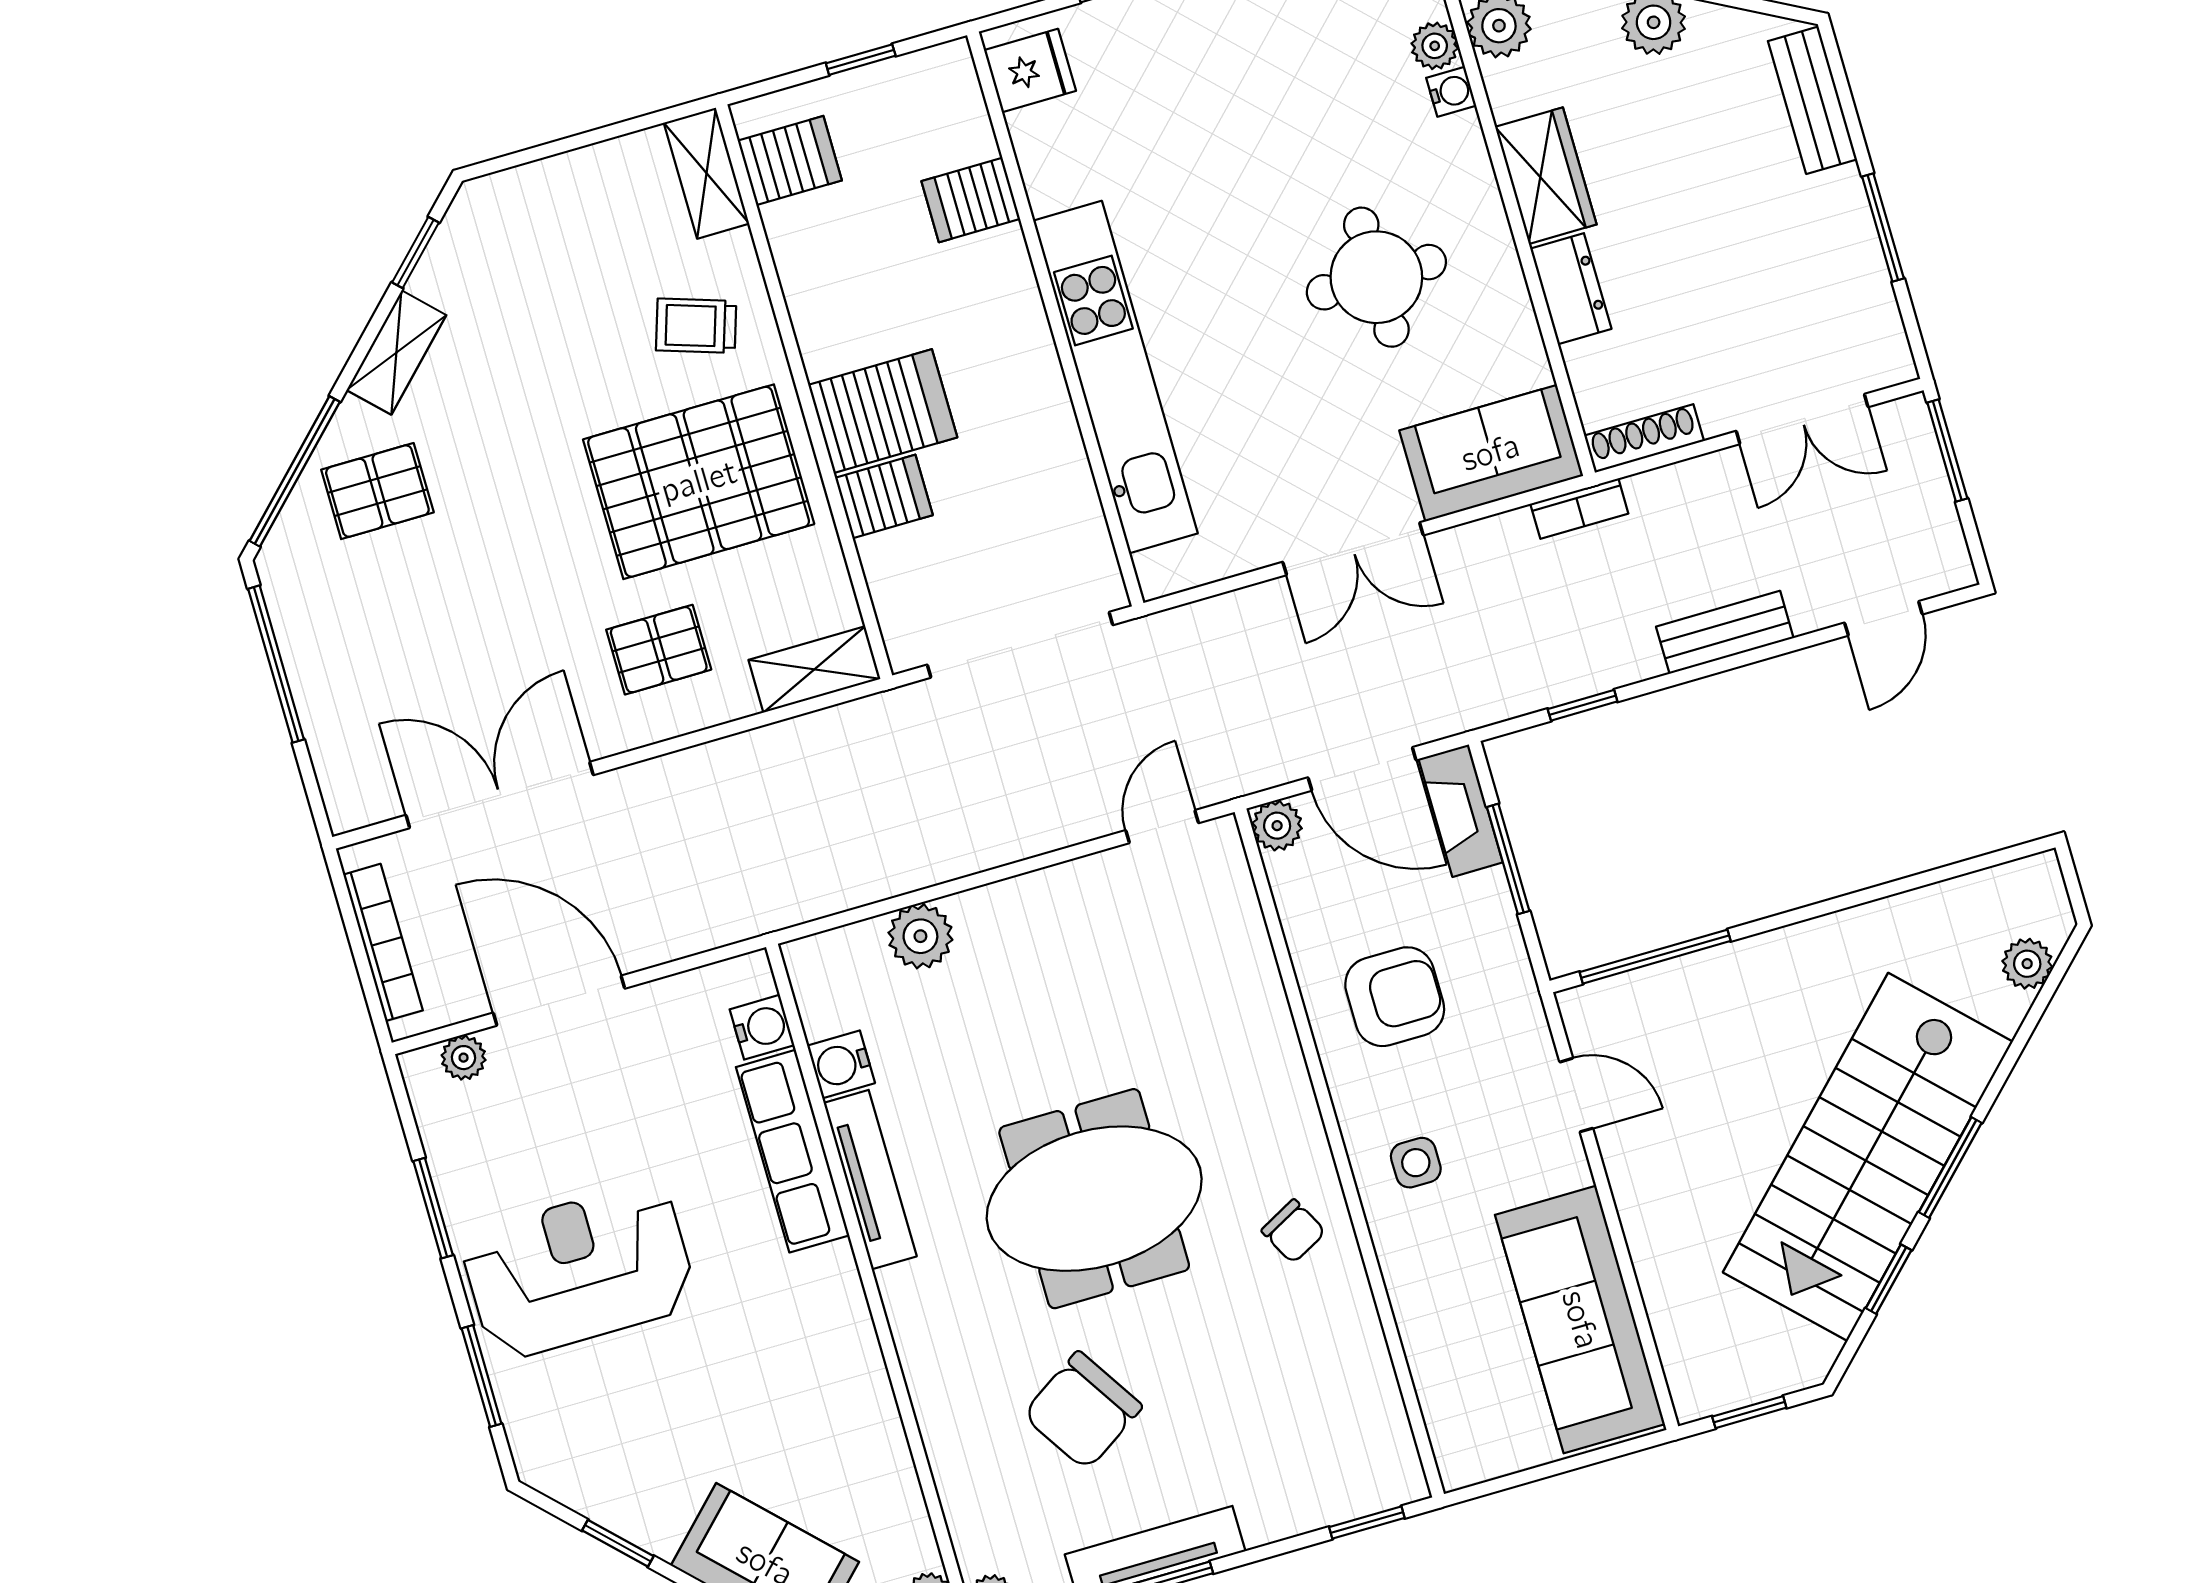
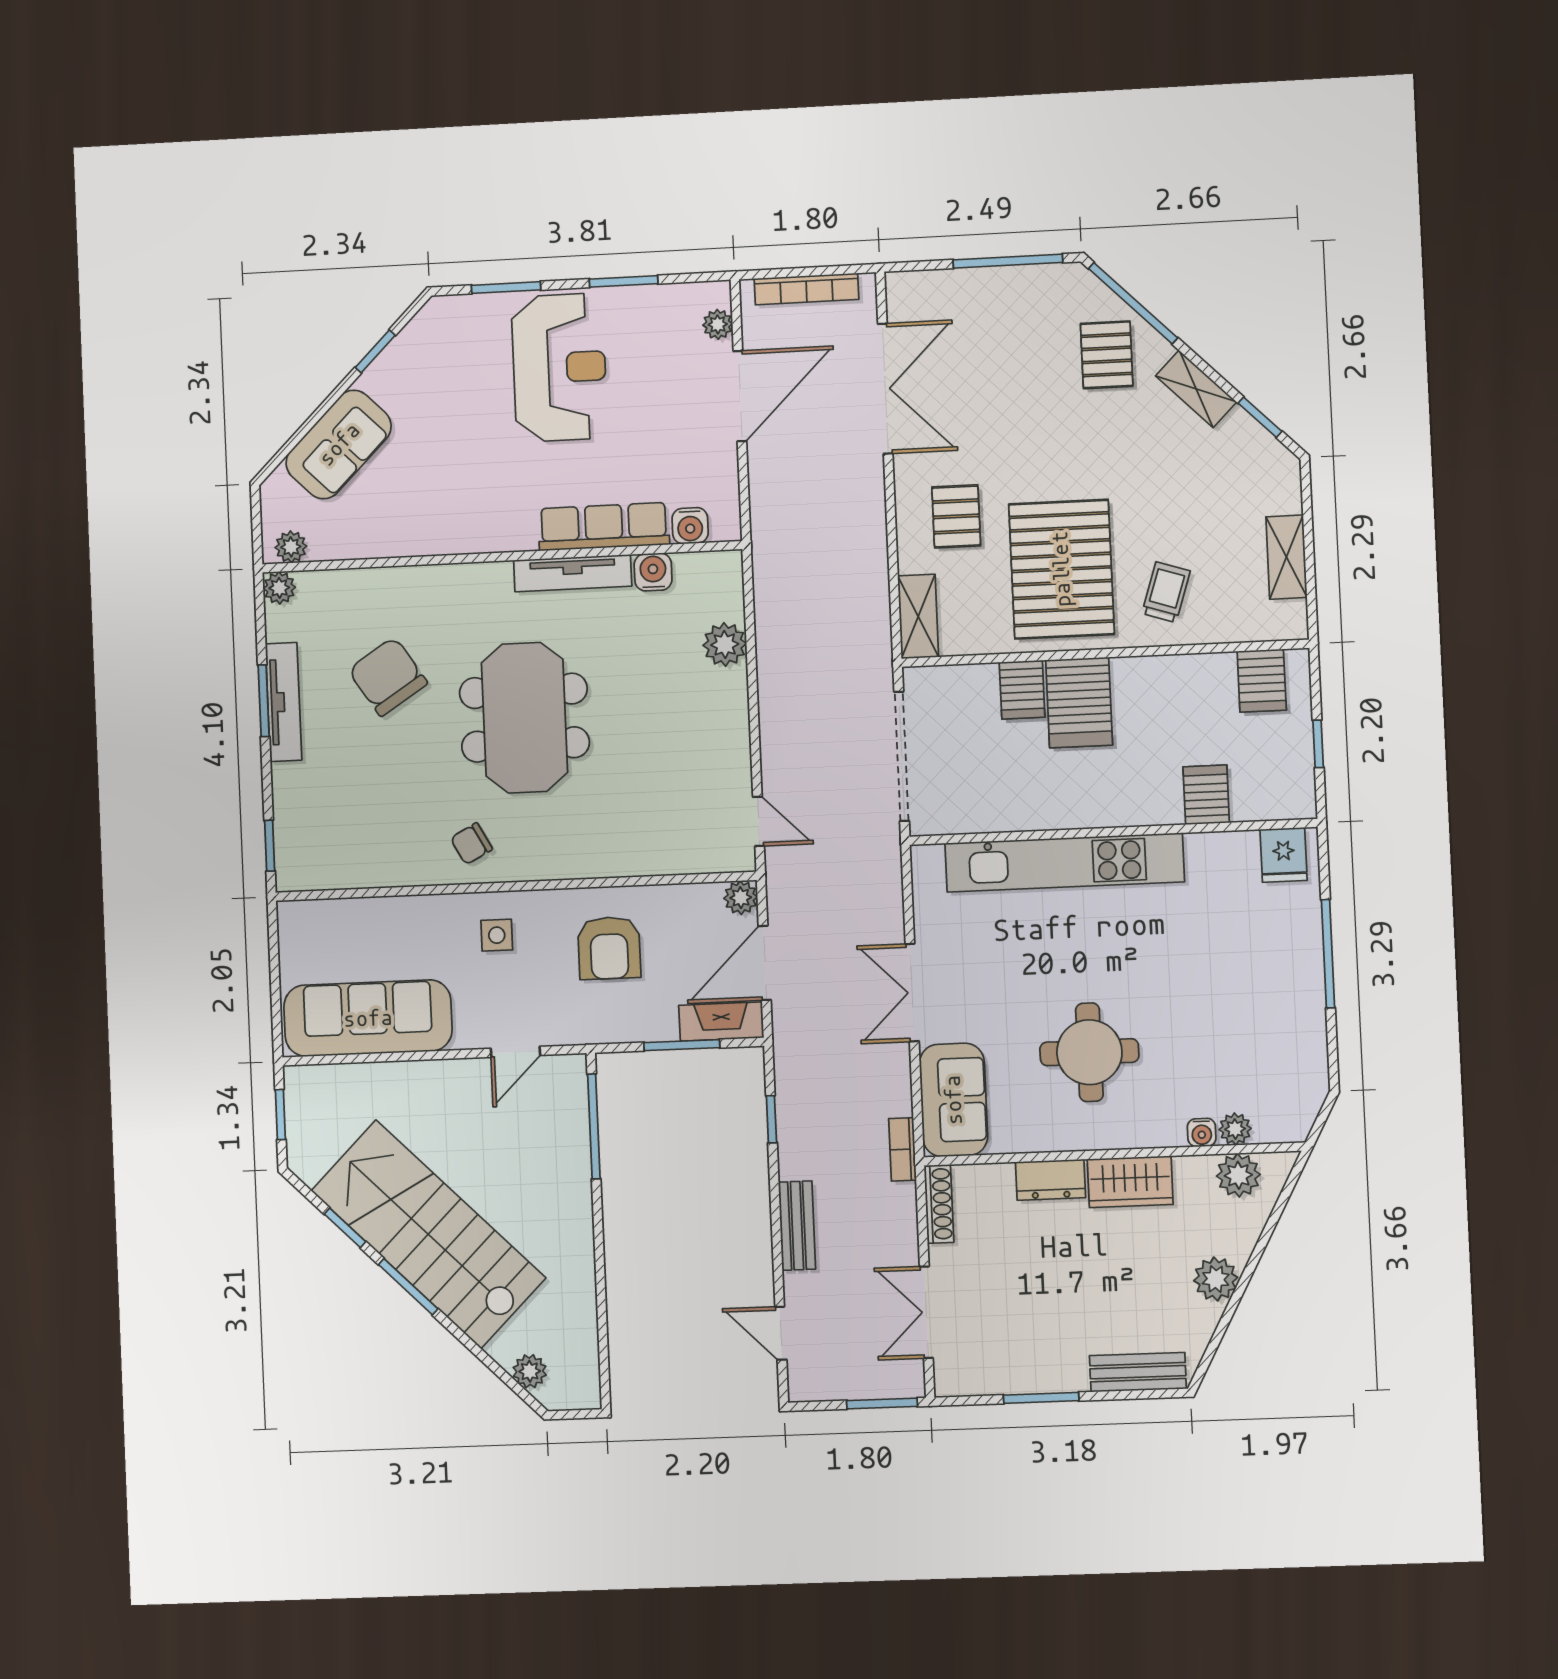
shelving: (706, 173) -> (1286, 557), moved, turned 90

